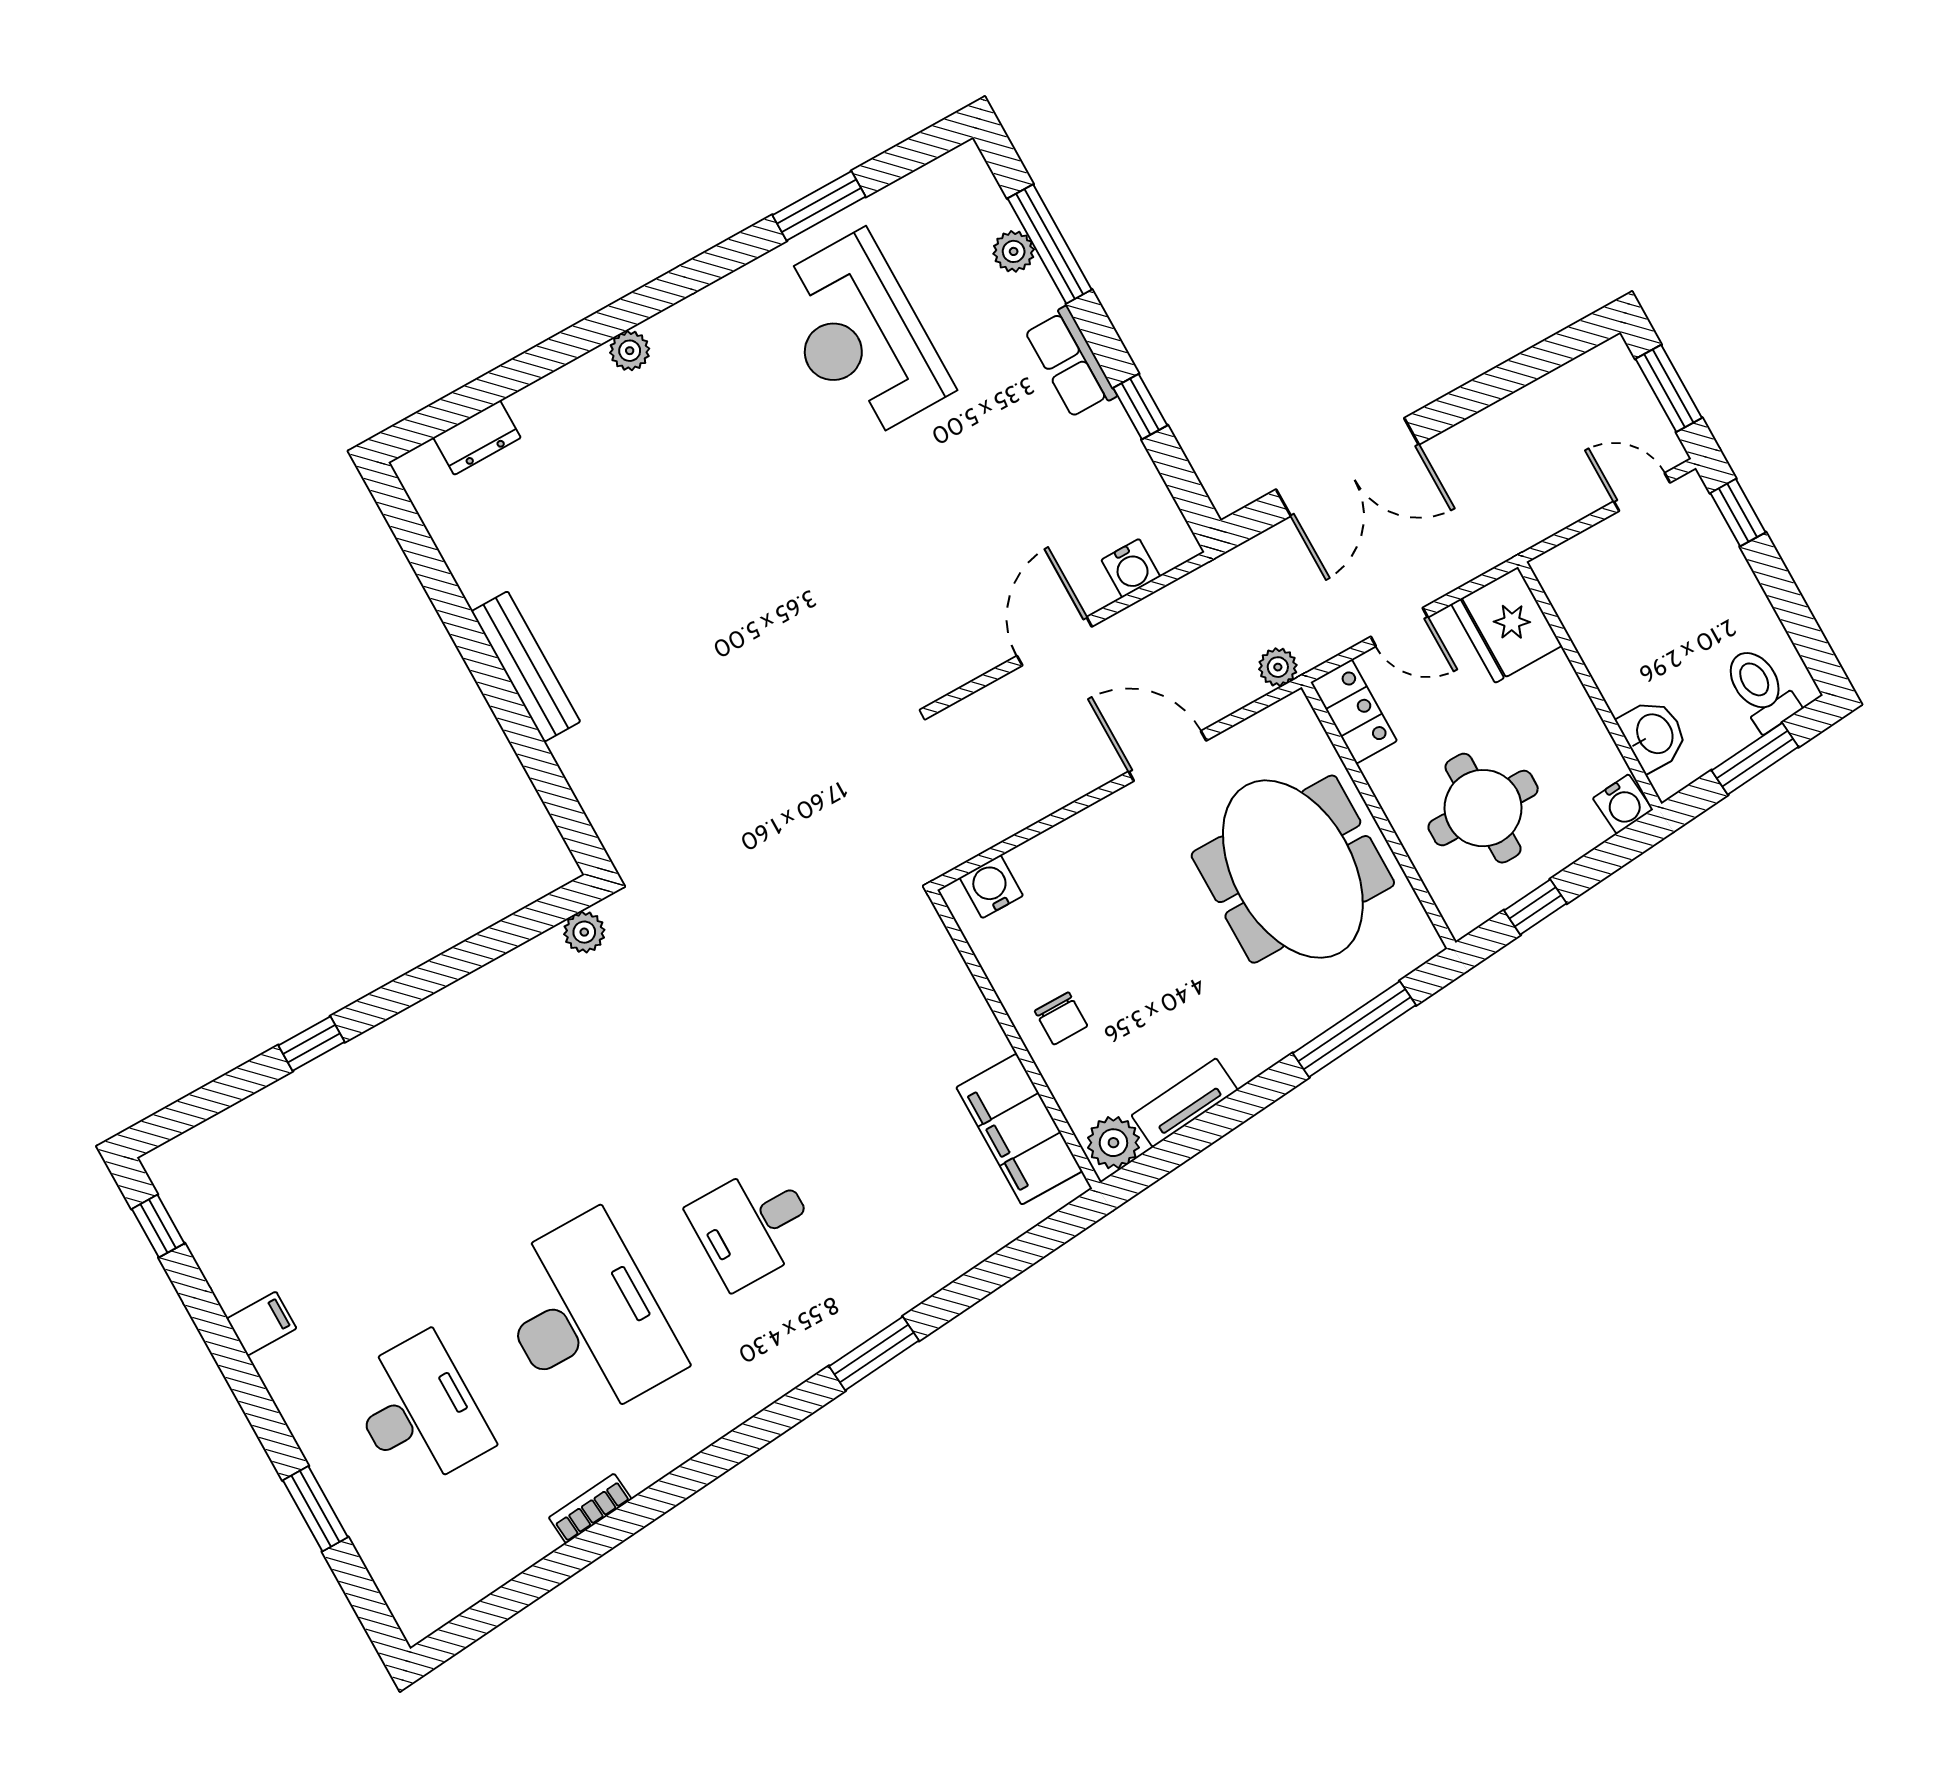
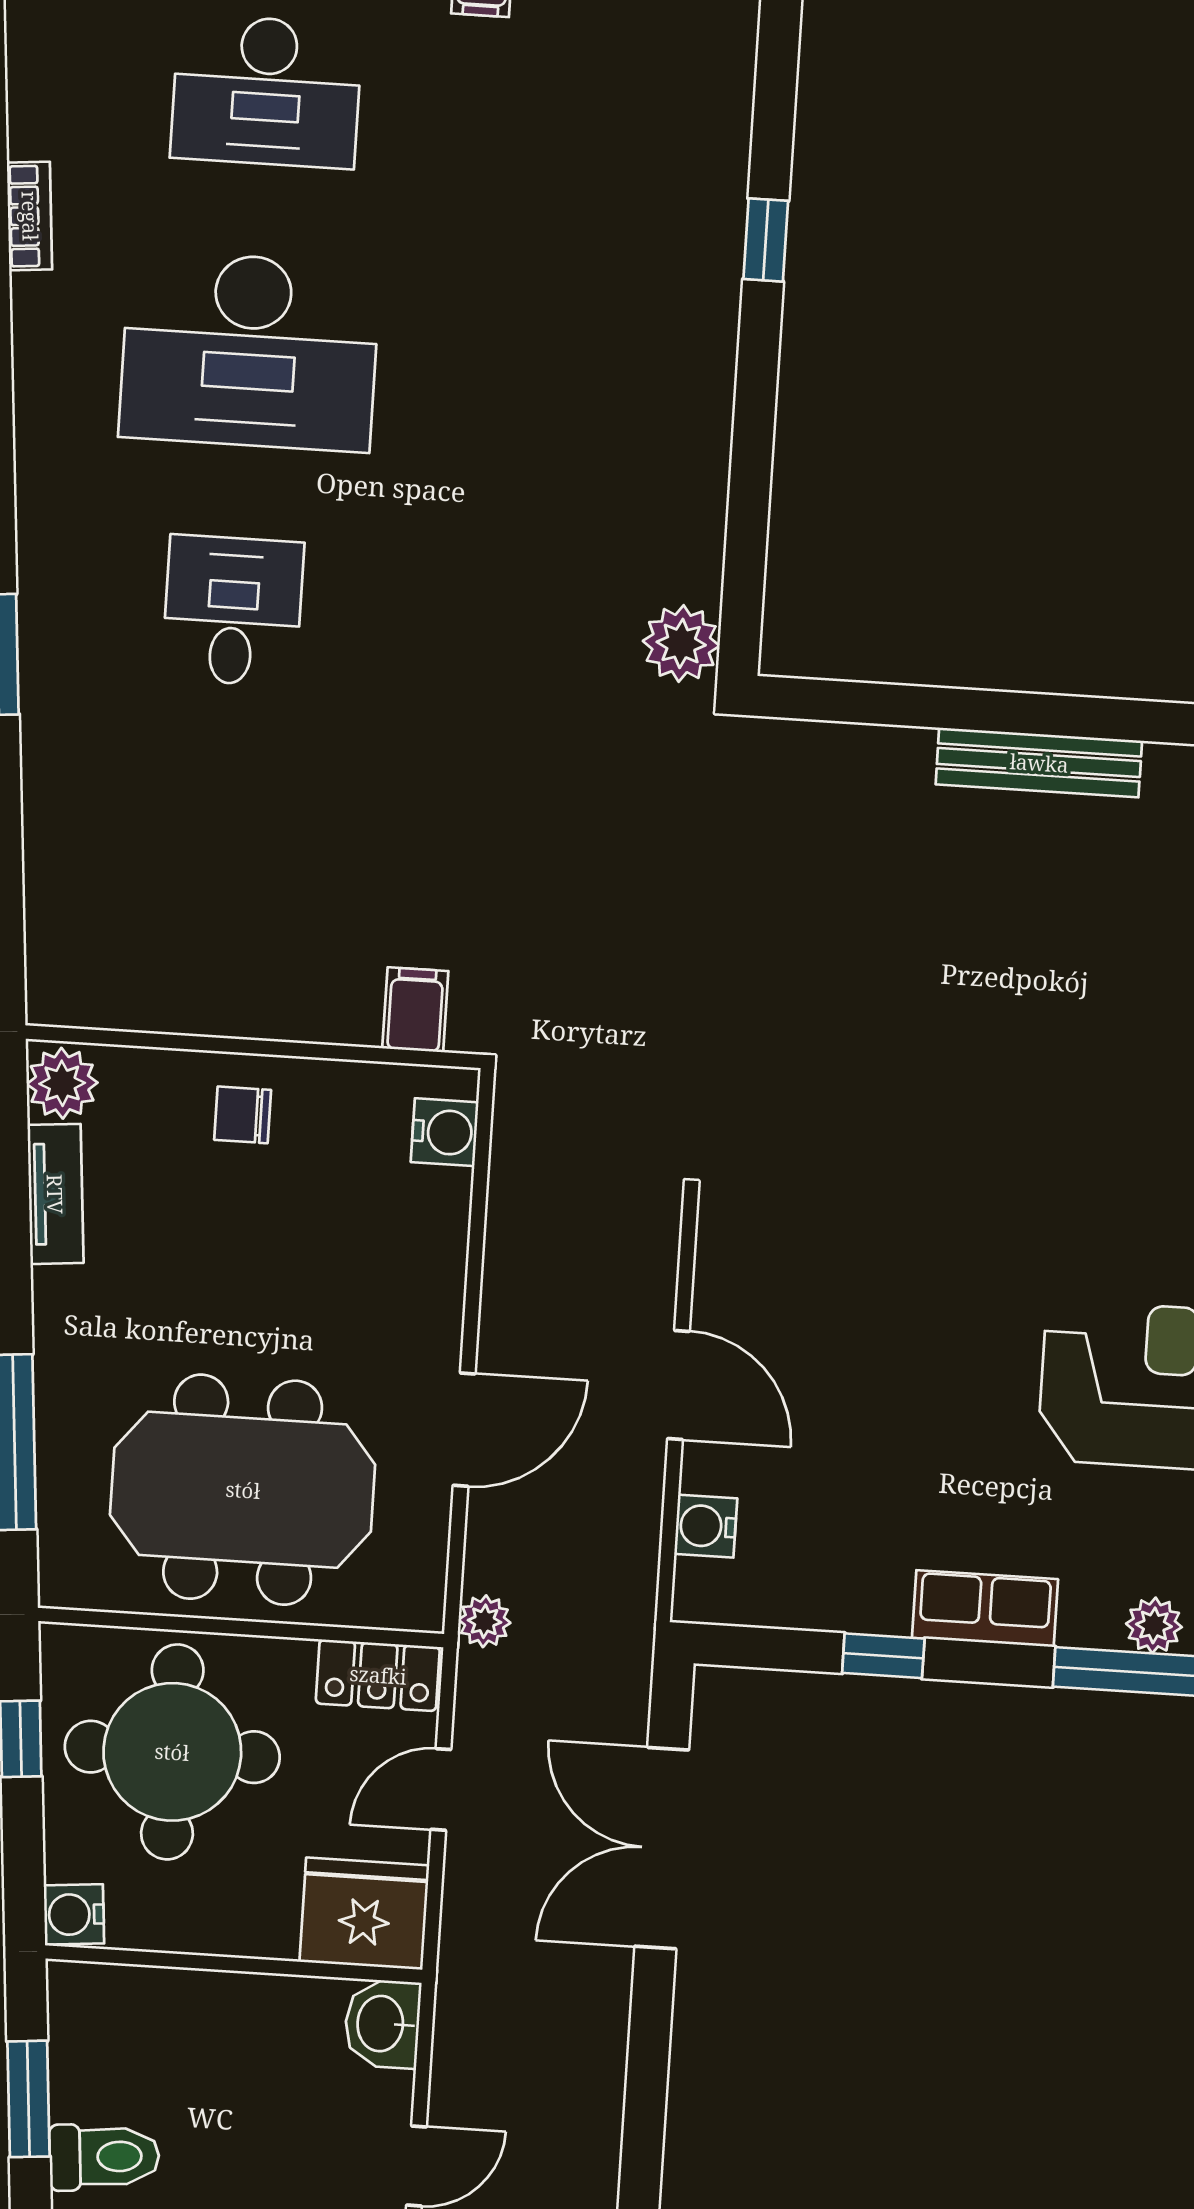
washbasin: (1653, 735) -> (382, 2024), moved, turned 90
round table: (1483, 808) -> (172, 1752), width x1.36, depth x1.36
plant: (584, 932) -> (681, 643), width x1.38, depth x1.38
filing cabinet: (1019, 1129) -> (415, 1010), moved, width x0.33, depth x0.86

